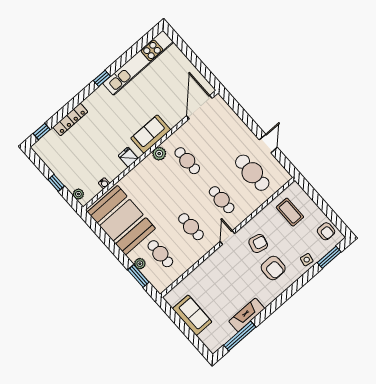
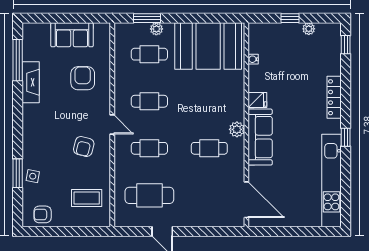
locker: (70, 120) -> (334, 97), moved
sofa: (151, 134) -> (260, 137), width x1.36
plant: (78, 194) -> (309, 29), moved
window: (329, 257) -> (18, 173), moved
armchair: (273, 268) -> (83, 78), moved, turned 90

